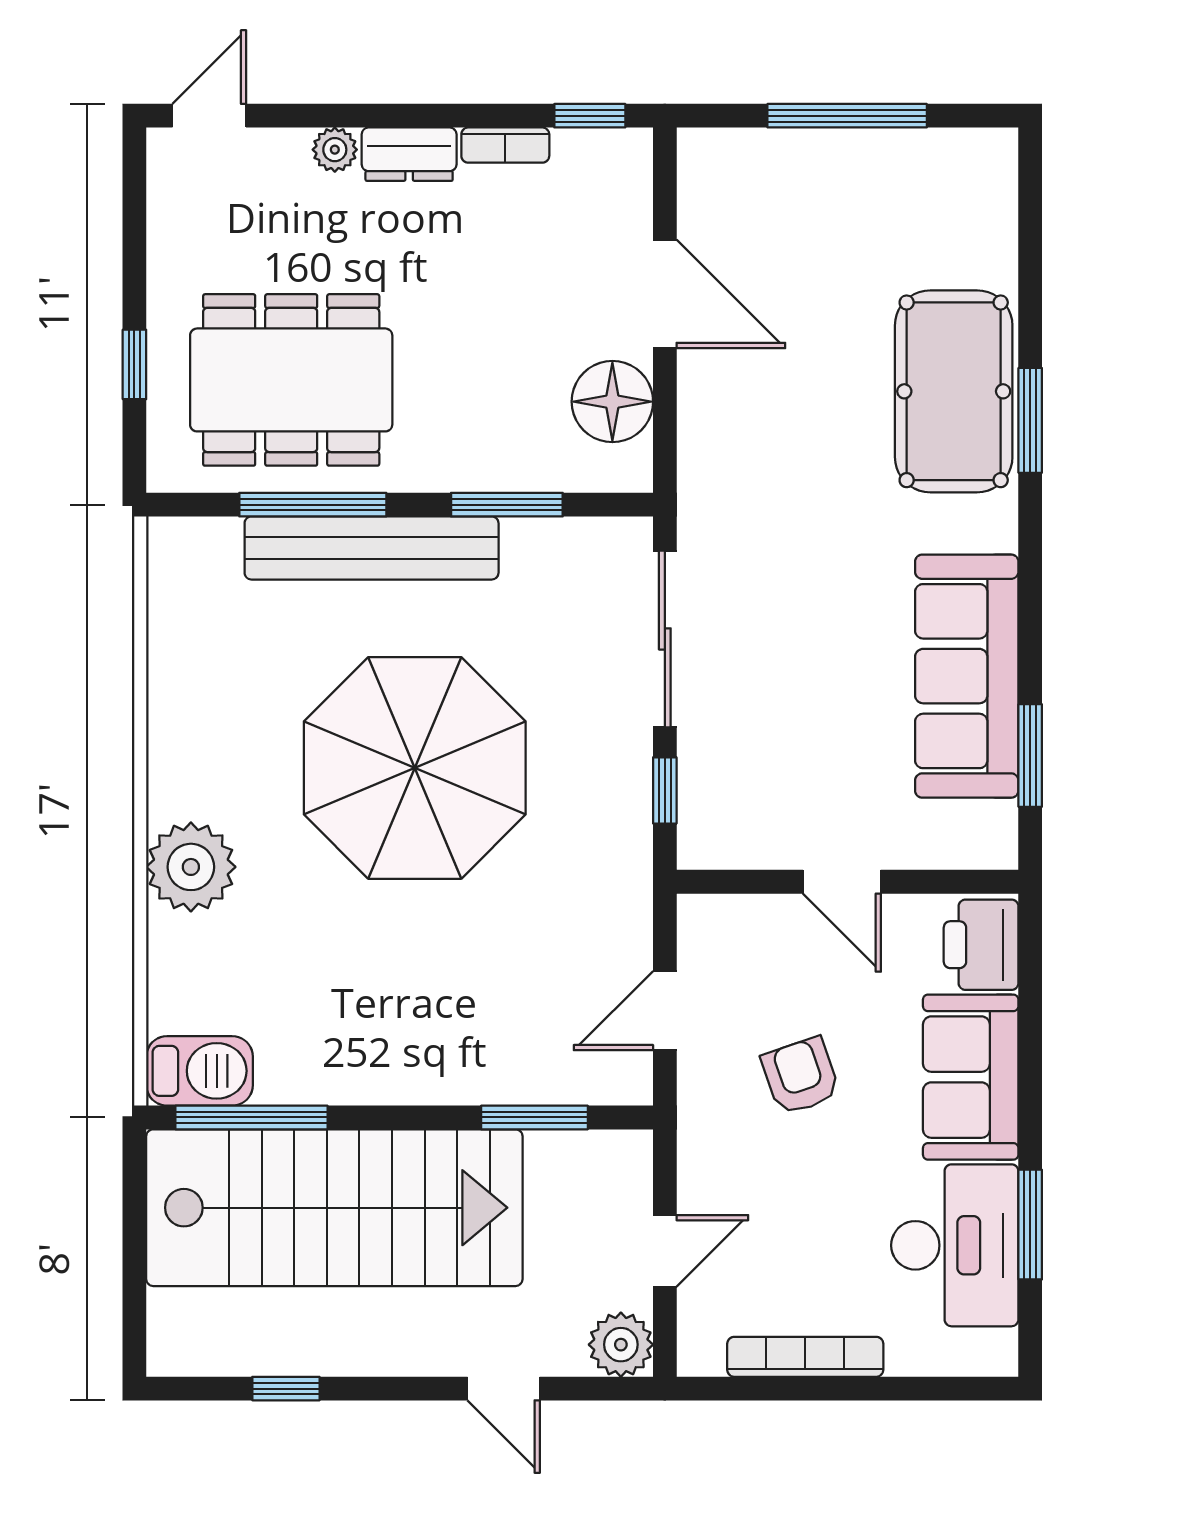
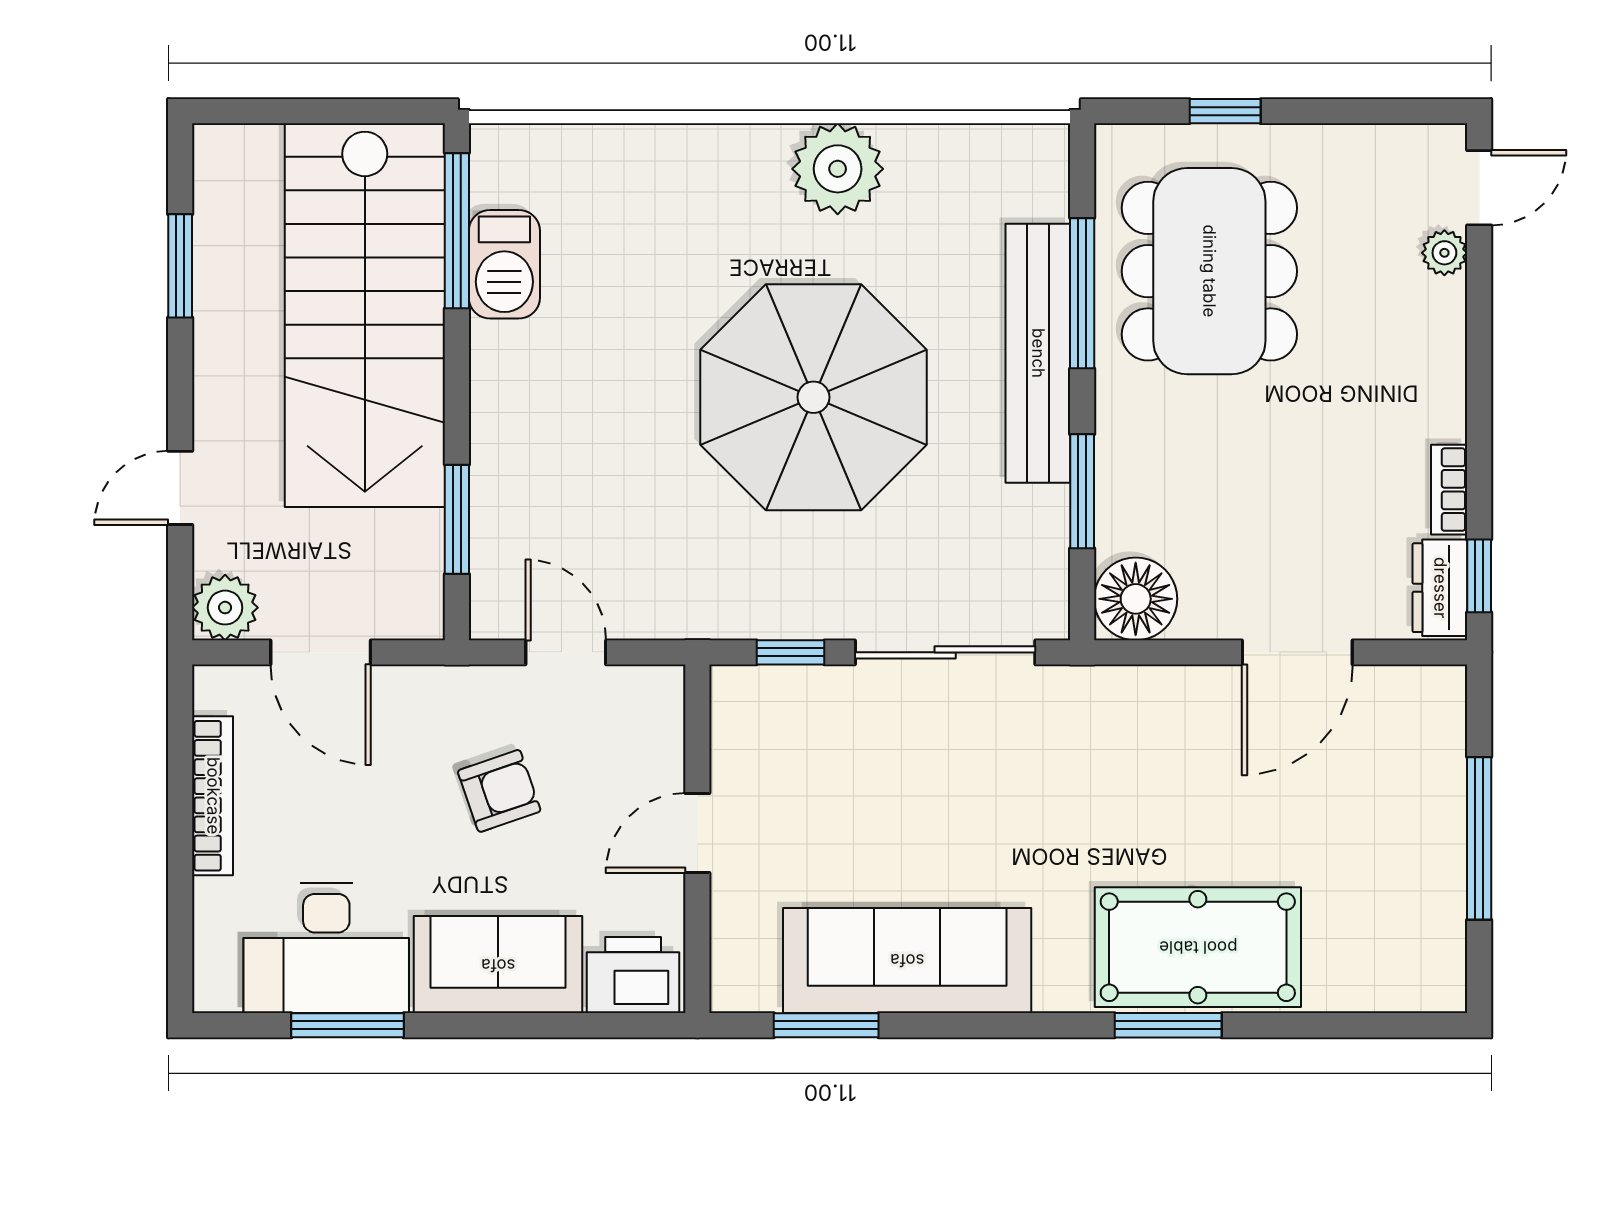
door: (209, 116) -> (1479, 188), hinge flipped
plant: (335, 150) -> (1444, 253), moved
dresser: (409, 154) -> (1440, 588), moved
floor lamp: (612, 402) -> (1136, 599), moved
plant: (191, 867) -> (838, 169), moved
barbecue: (200, 1071) -> (504, 264), moved
door: (665, 1251) -> (321, 652), width x1.38
window: (286, 1389) -> (180, 266), width x1.50

